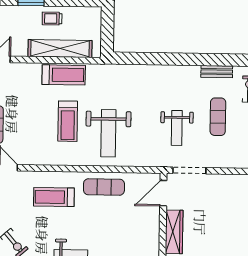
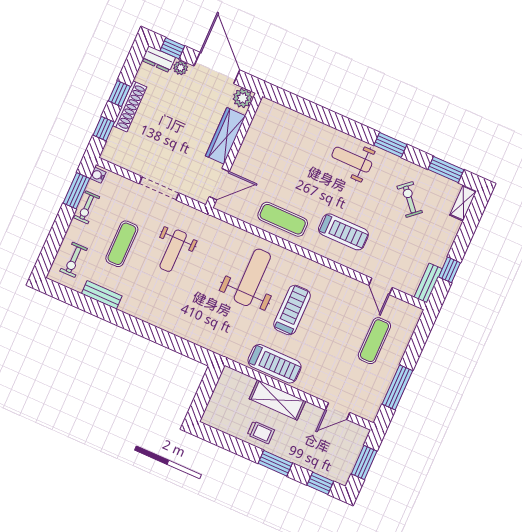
shelving: (60, 49) -> (277, 400), width x0.68
treadmill: (64, 75) -> (275, 364), turned 180
weight bench: (177, 128) -> (173, 251), turned 180
doorway: (189, 170) -> (159, 188), moved

